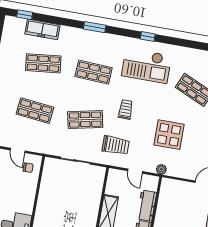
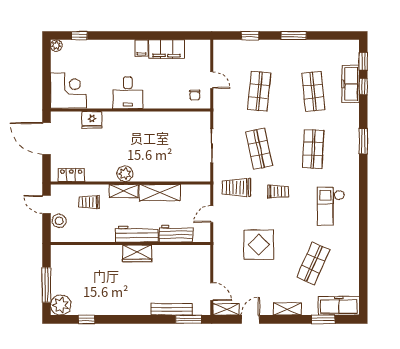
window: (148, 36) -> (363, 86), moved
checkout: (147, 66) -> (331, 206), width x0.73, depth x0.83
trolley: (116, 145) -> (237, 187), turned 90
door: (18, 150) -> (212, 80), swing flipped
plant: (161, 169) -> (219, 243), removed

